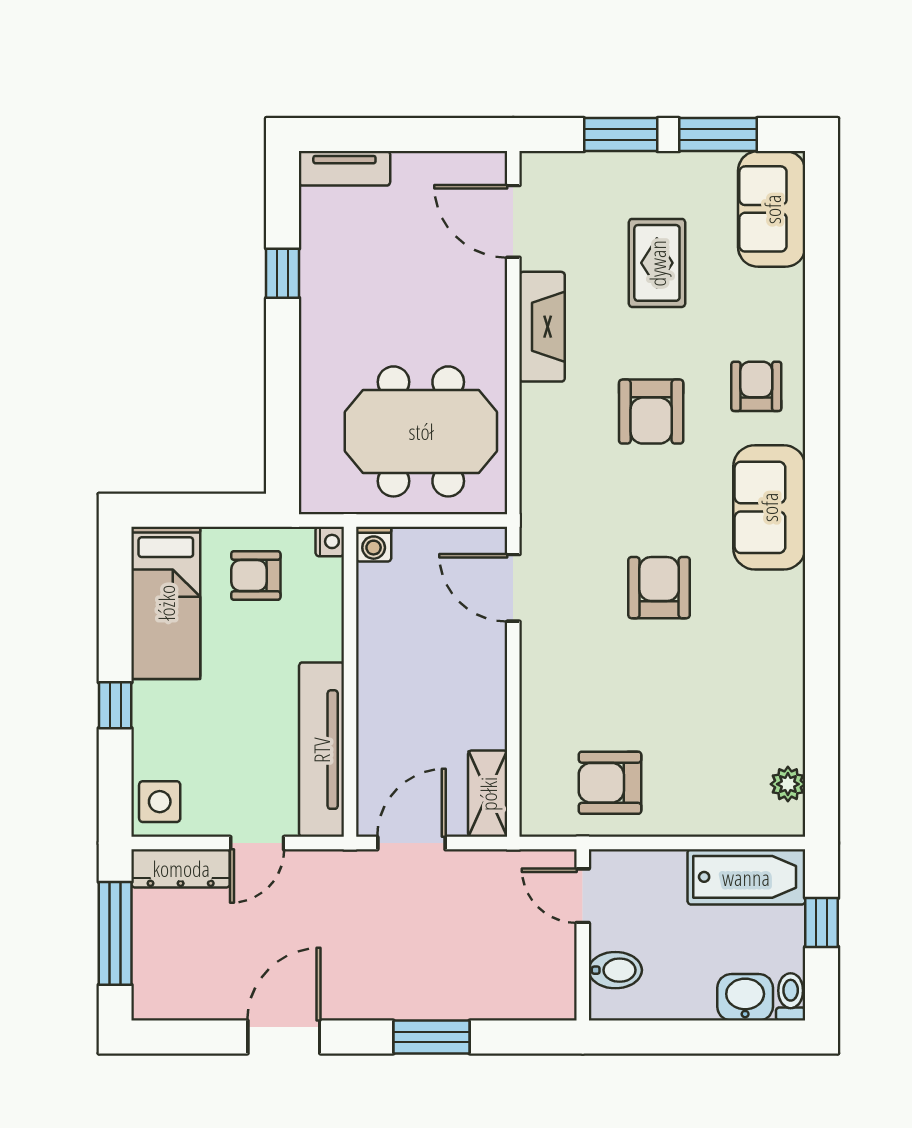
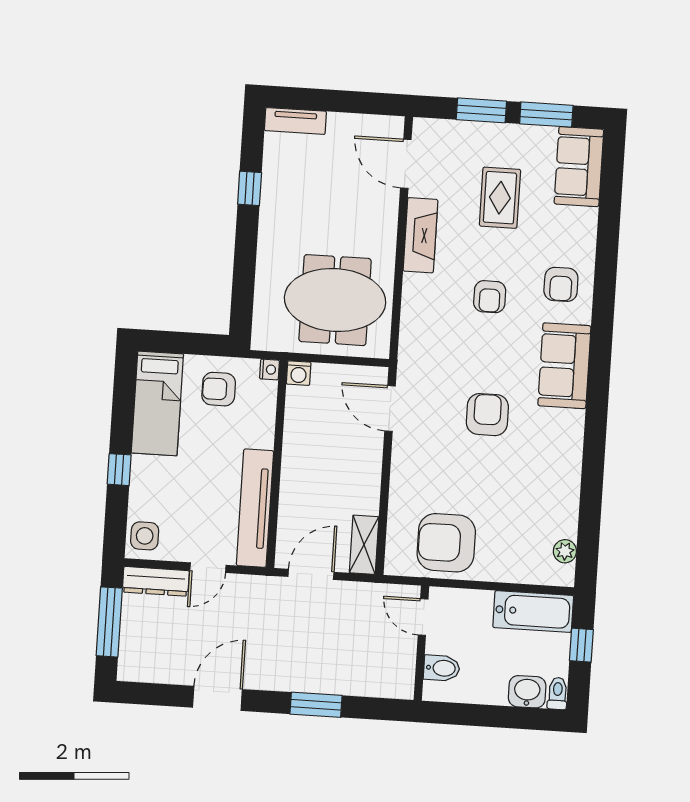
armchair: (756, 386) -> (561, 284), turned 180
armchair: (651, 412) -> (490, 297), width x0.72, depth x0.72
armchair: (610, 783) -> (446, 543), width x1.36, depth x1.36

